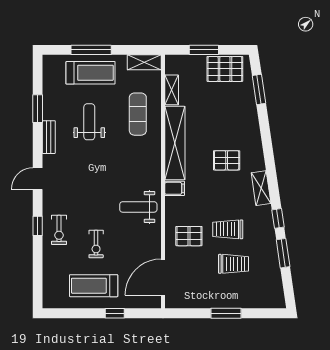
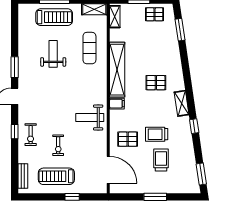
pallet: (225, 69) -> (155, 14), width x0.67, depth x0.71
shelving: (172, 90) -> (115, 17), moved
window: (38, 109) -> (15, 67), moved
bench: (49, 137) -> (23, 176), moved
window: (283, 253) -> (201, 174), moved
trolley: (234, 264) -> (161, 160), turned -90
door: (163, 277) -> (108, 170), swing flipped

